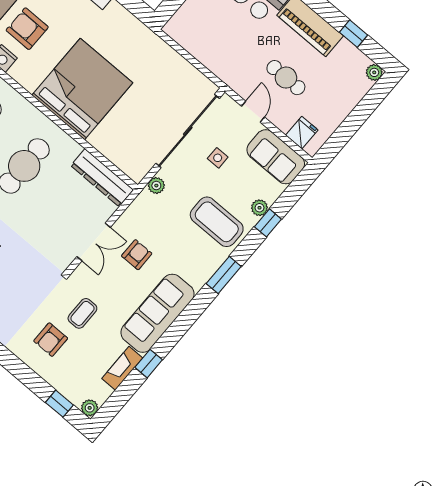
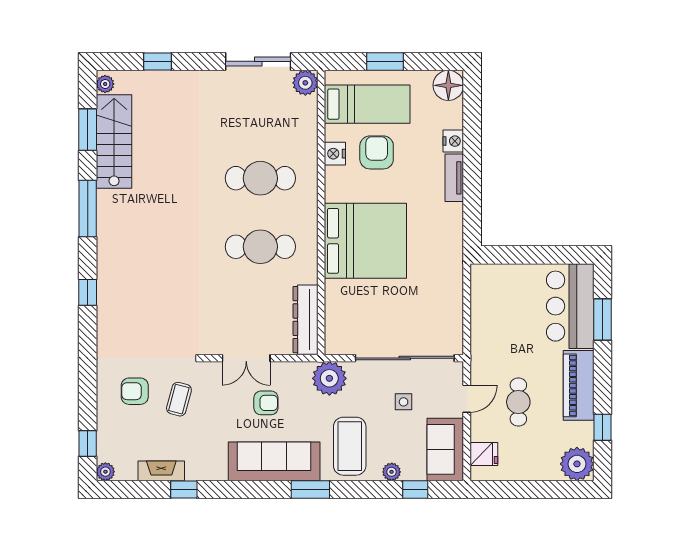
plant: (374, 72) -> (577, 464), width x1.87, depth x1.87
plant: (156, 186) -> (329, 378), width x1.87, depth x1.87
window: (268, 223) -> (415, 489), moved
coffee table: (82, 313) -> (179, 399), turned -75
sofa: (157, 313) -> (274, 461), moved

